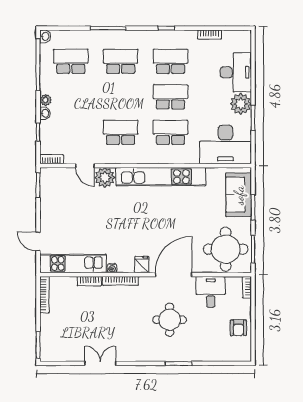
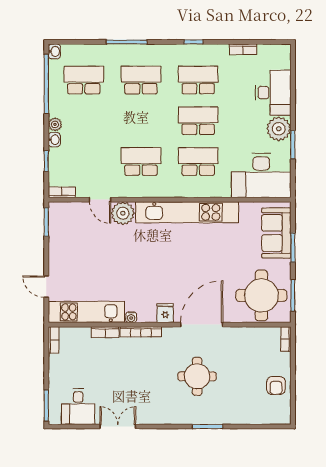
desk: (211, 292) -> (78, 407), moved, turned 180
bookcase: (44, 295) -> (54, 340), width x0.64

